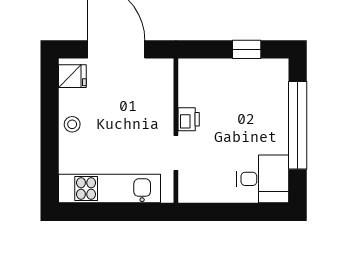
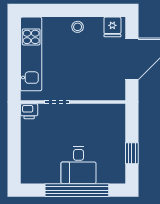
printer: (189, 119) -> (29, 111), moved
desk: (263, 179) -> (78, 165), moved

